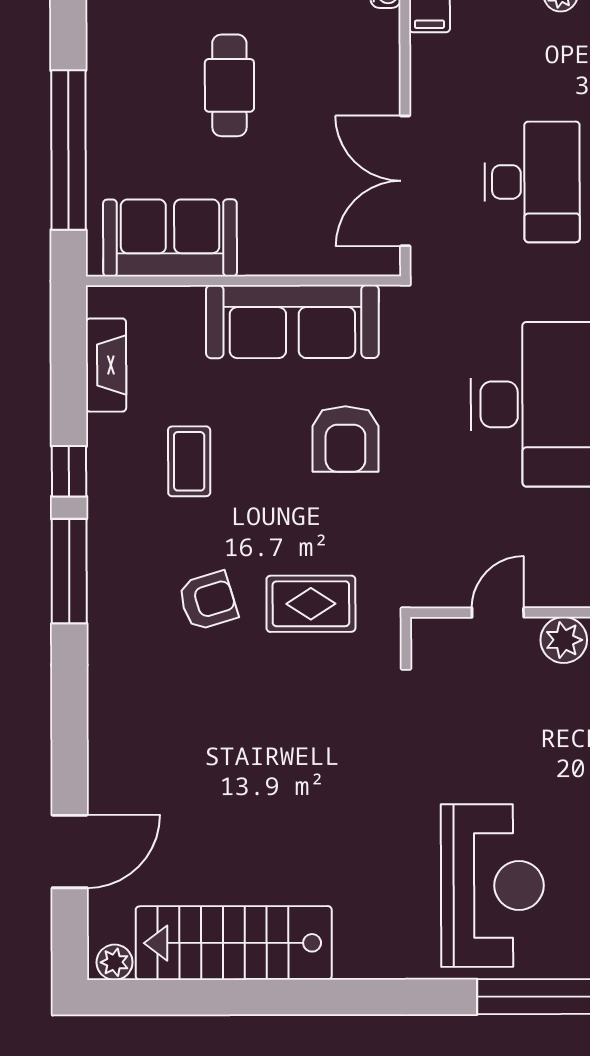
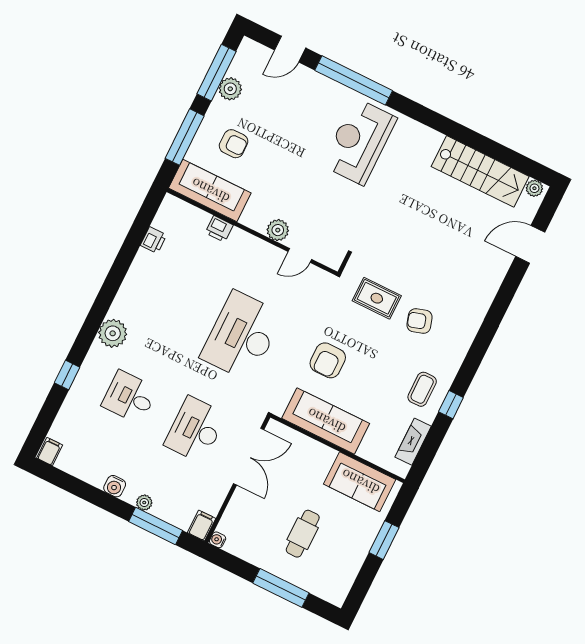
window: (68, 150) -> (384, 540), width x0.47
armchair: (345, 439) -> (328, 360), turned 180
coffee table: (189, 461) -> (422, 389), moved
window: (69, 571) -> (472, 362), removed

